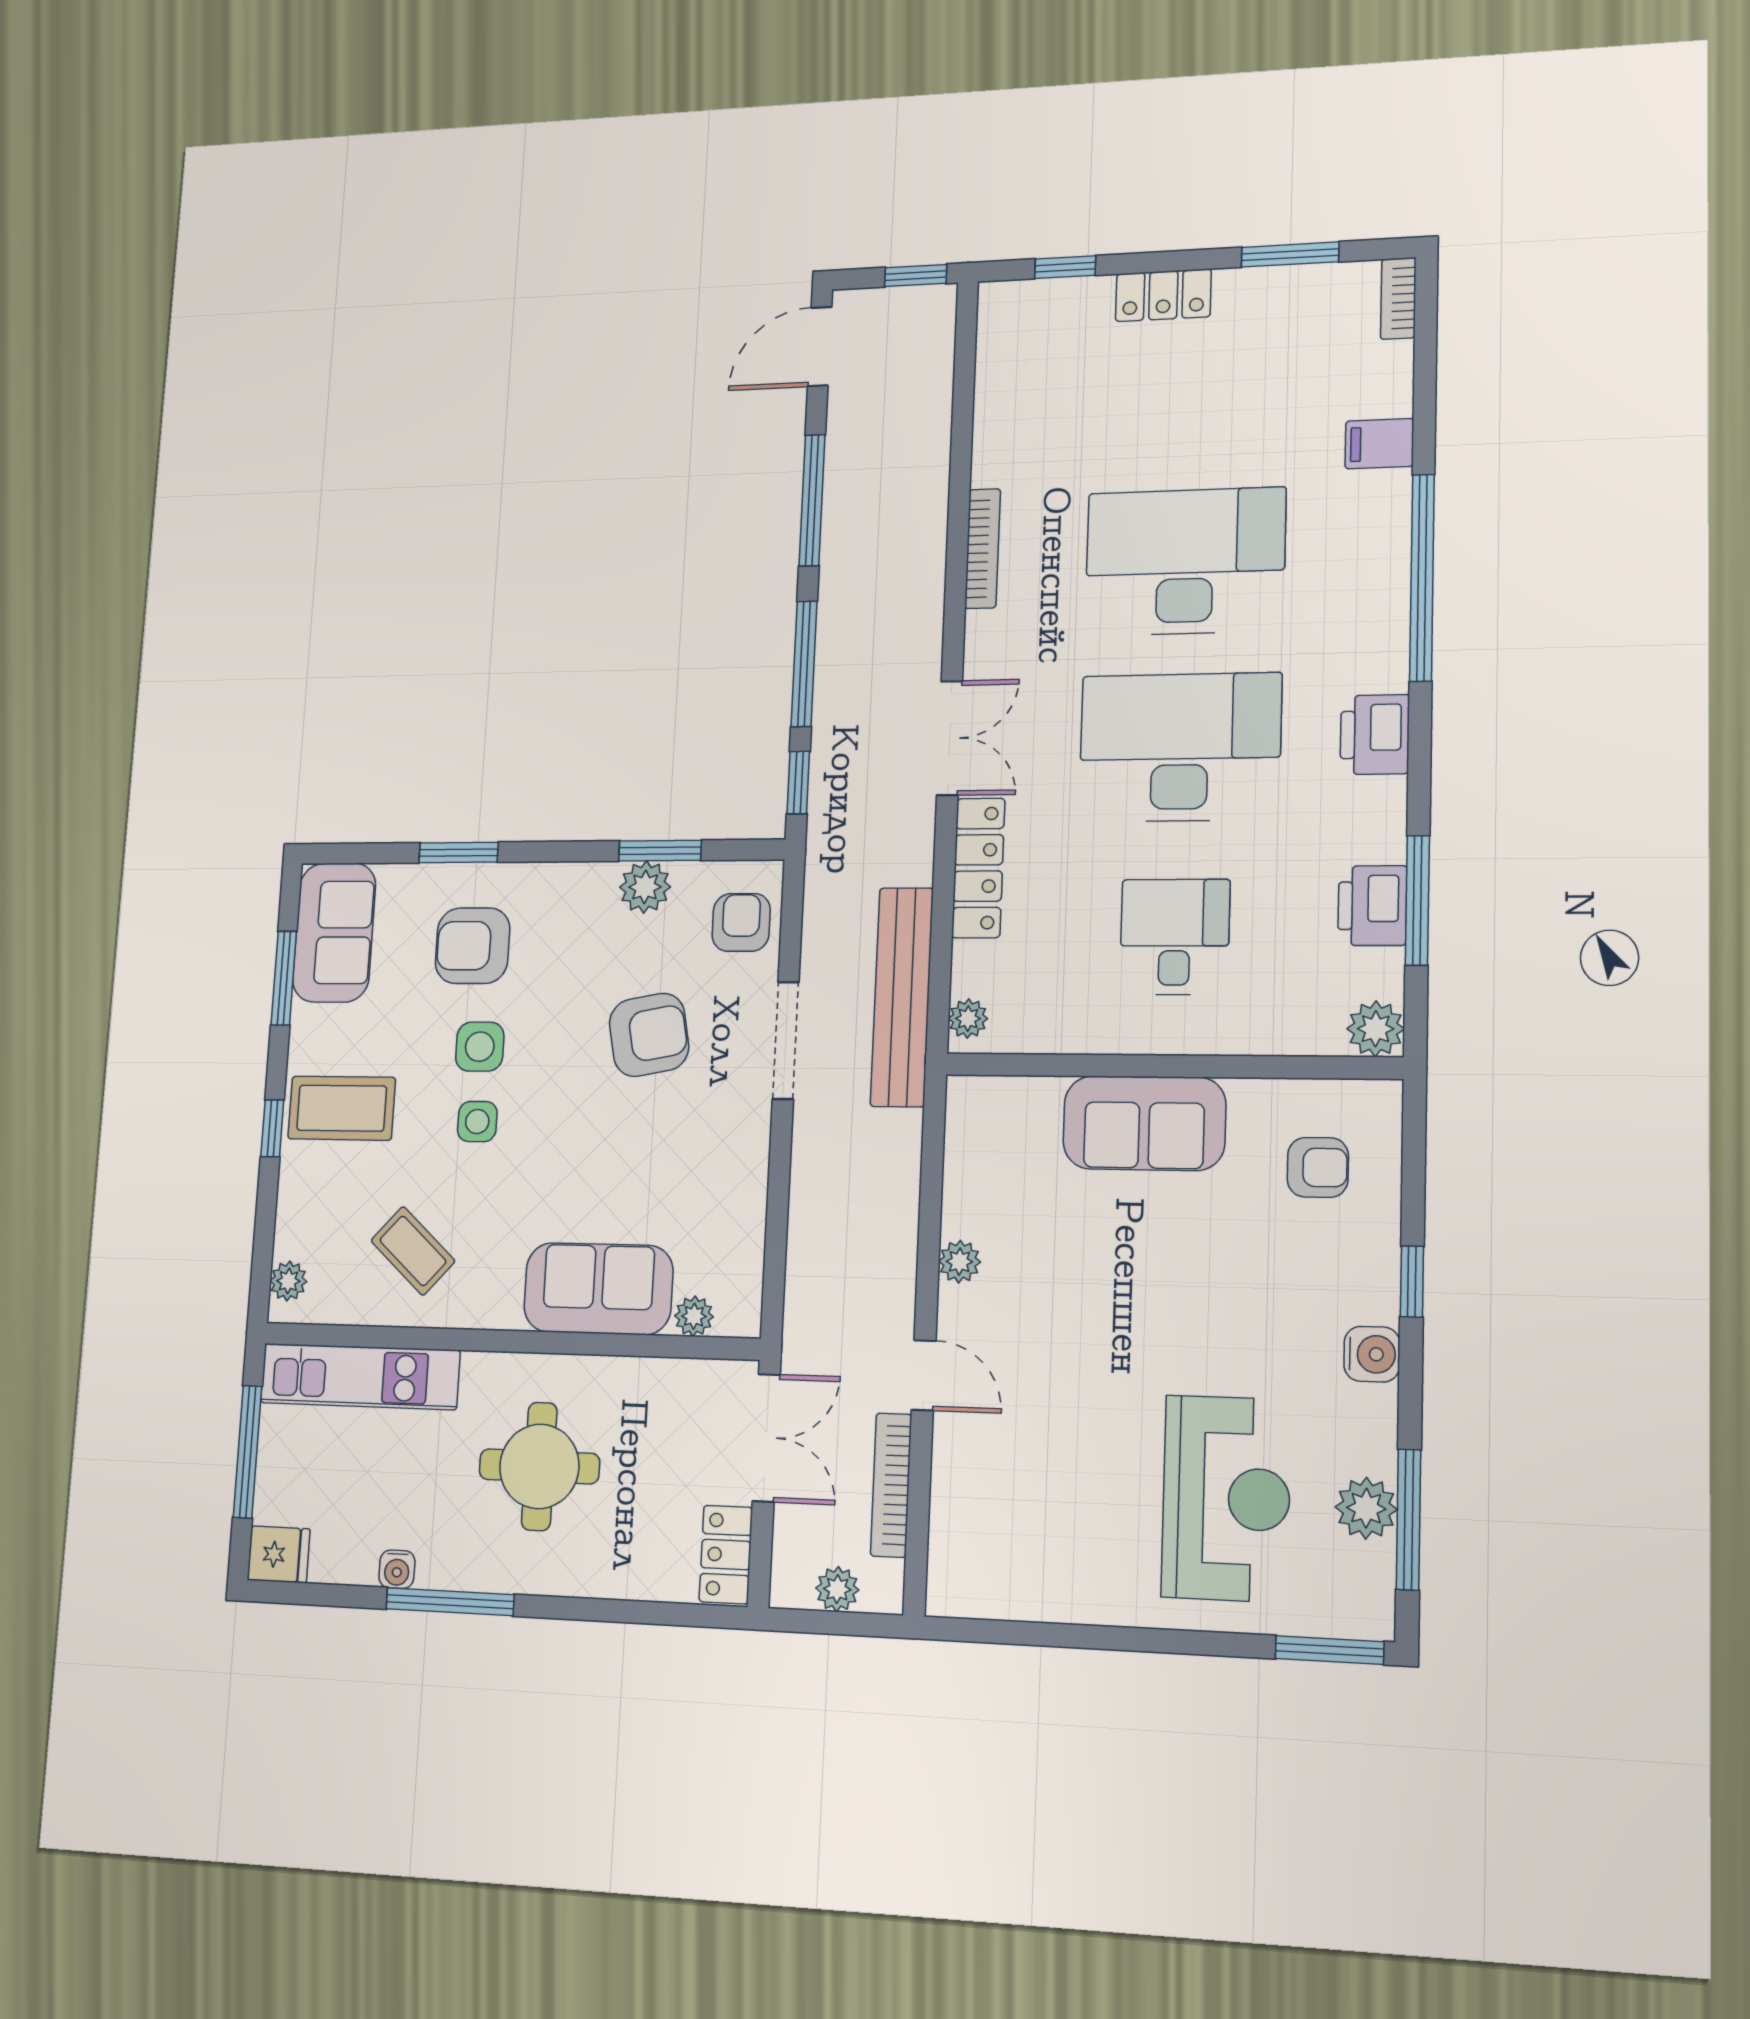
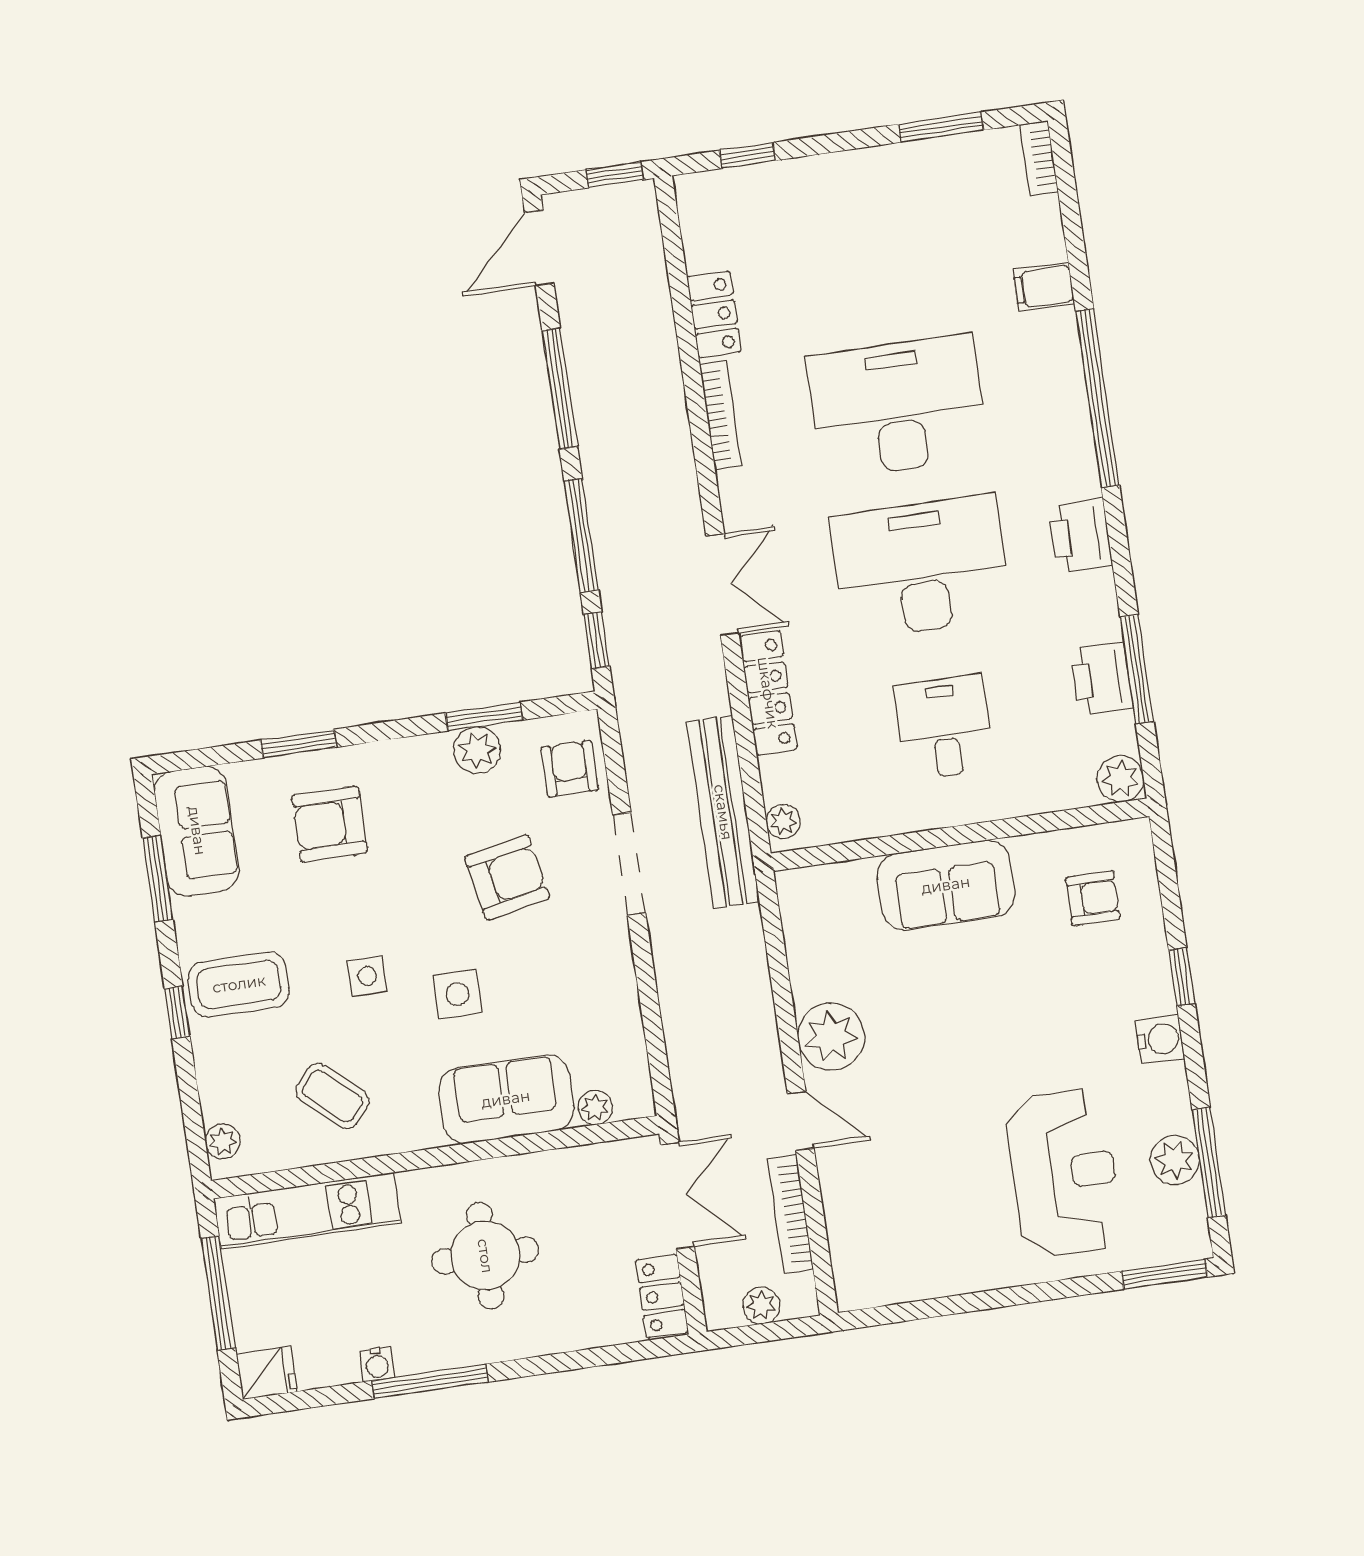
locker: (1163, 295) -> (714, 314), moved, turned -90
side table: (480, 1047) -> (457, 994), moved
plant: (960, 1262) -> (831, 1037), width x1.87, depth x1.87

